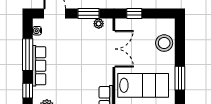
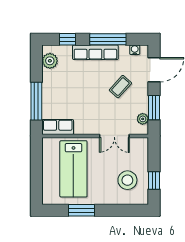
window: (134, 13) -> (154, 181), moved
coffee table: (70, 43) -> (120, 87), added
stool: (164, 43) -> (127, 180), moved
double door: (114, 49) -> (114, 136), width x0.73

